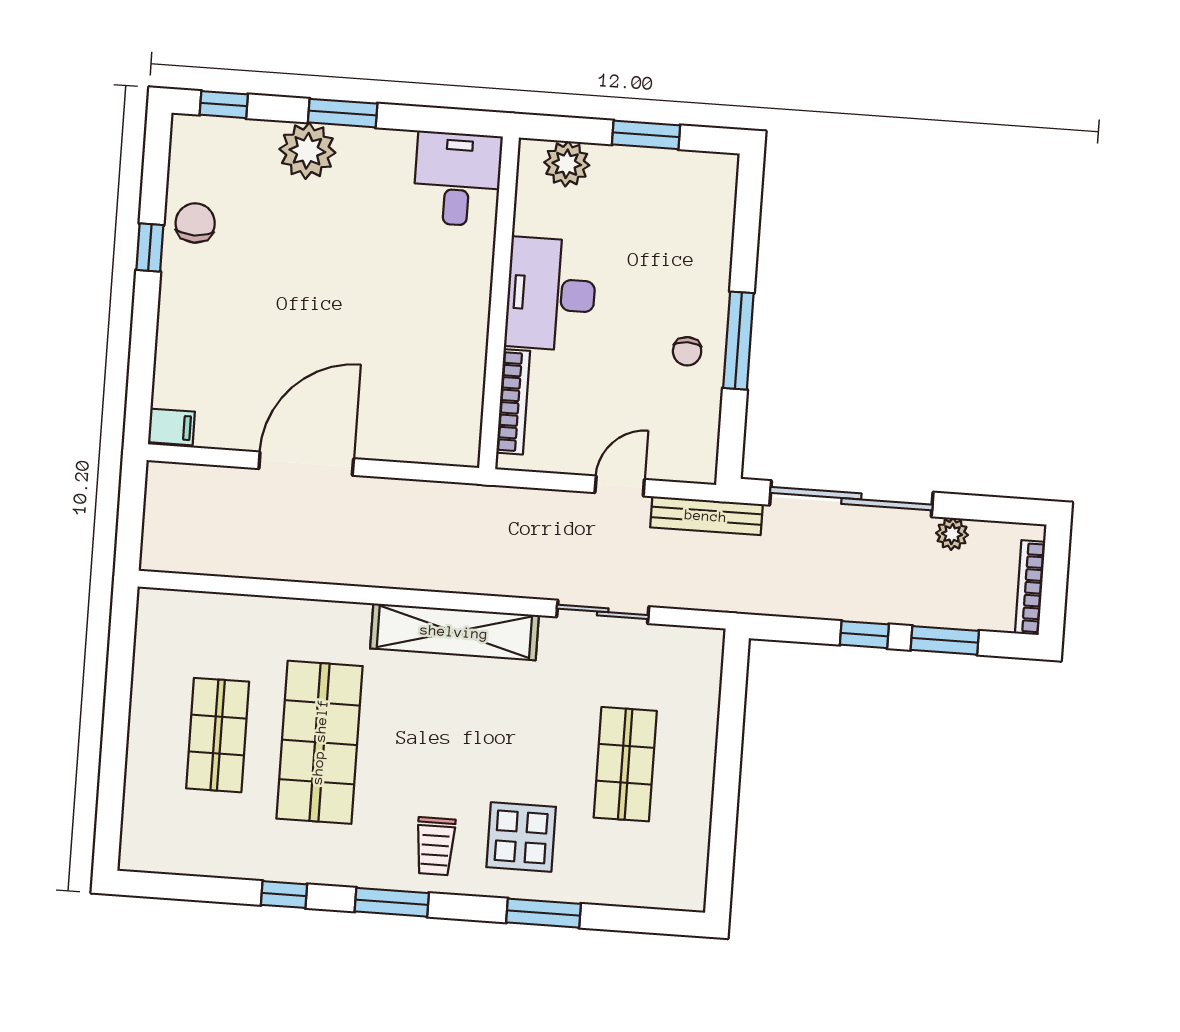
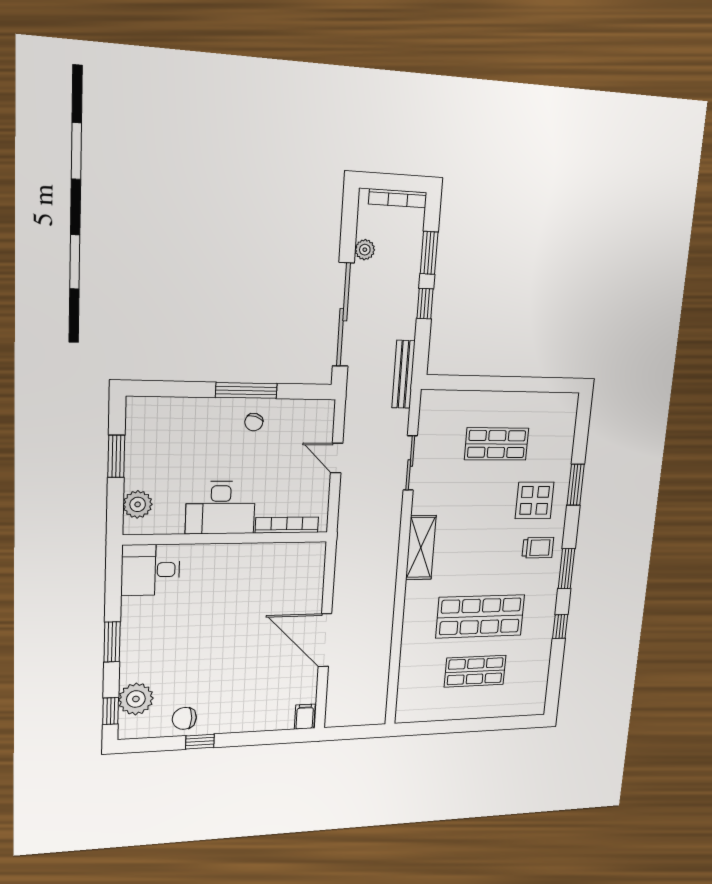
plant: (307, 151) -> (136, 699), moved
chair: (687, 351) -> (254, 422), turned 108
bench: (706, 516) -> (403, 374), moved
shelving: (454, 632) -> (421, 548), width x0.68

